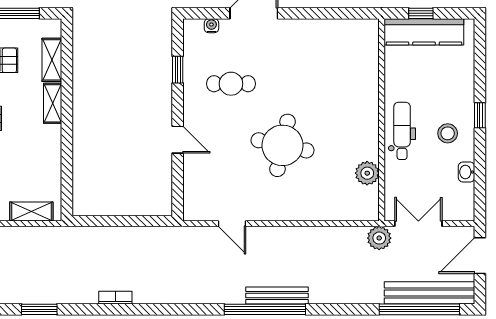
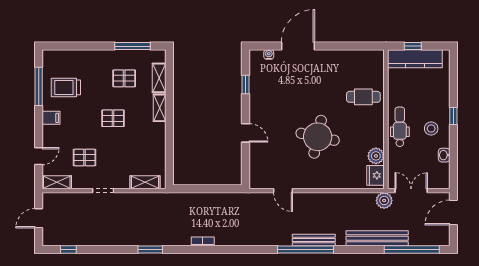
cafe table: (231, 84) -> (363, 97), moved
fridge: (367, 201) -> (375, 175), added
bench: (430, 293) -> (377, 238), moved

